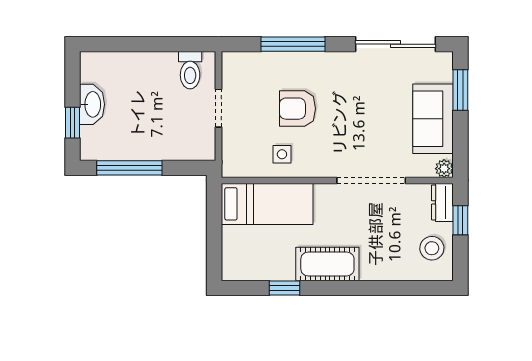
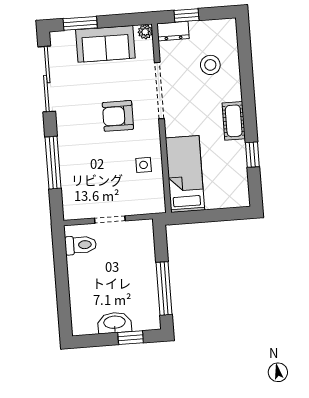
armchair: (297, 109) -> (118, 116), moved, turned 90
stool: (432, 248) -> (210, 65), moved
cot: (327, 264) -> (234, 121), width x0.73, depth x0.75

